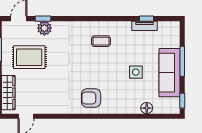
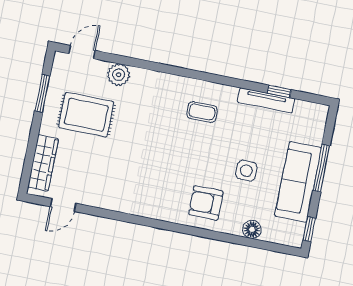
window: (43, 19) -> (119, 59), removed
tv unit: (145, 26) -> (266, 100), width x1.41
armchair: (91, 98) -> (206, 203), moved

